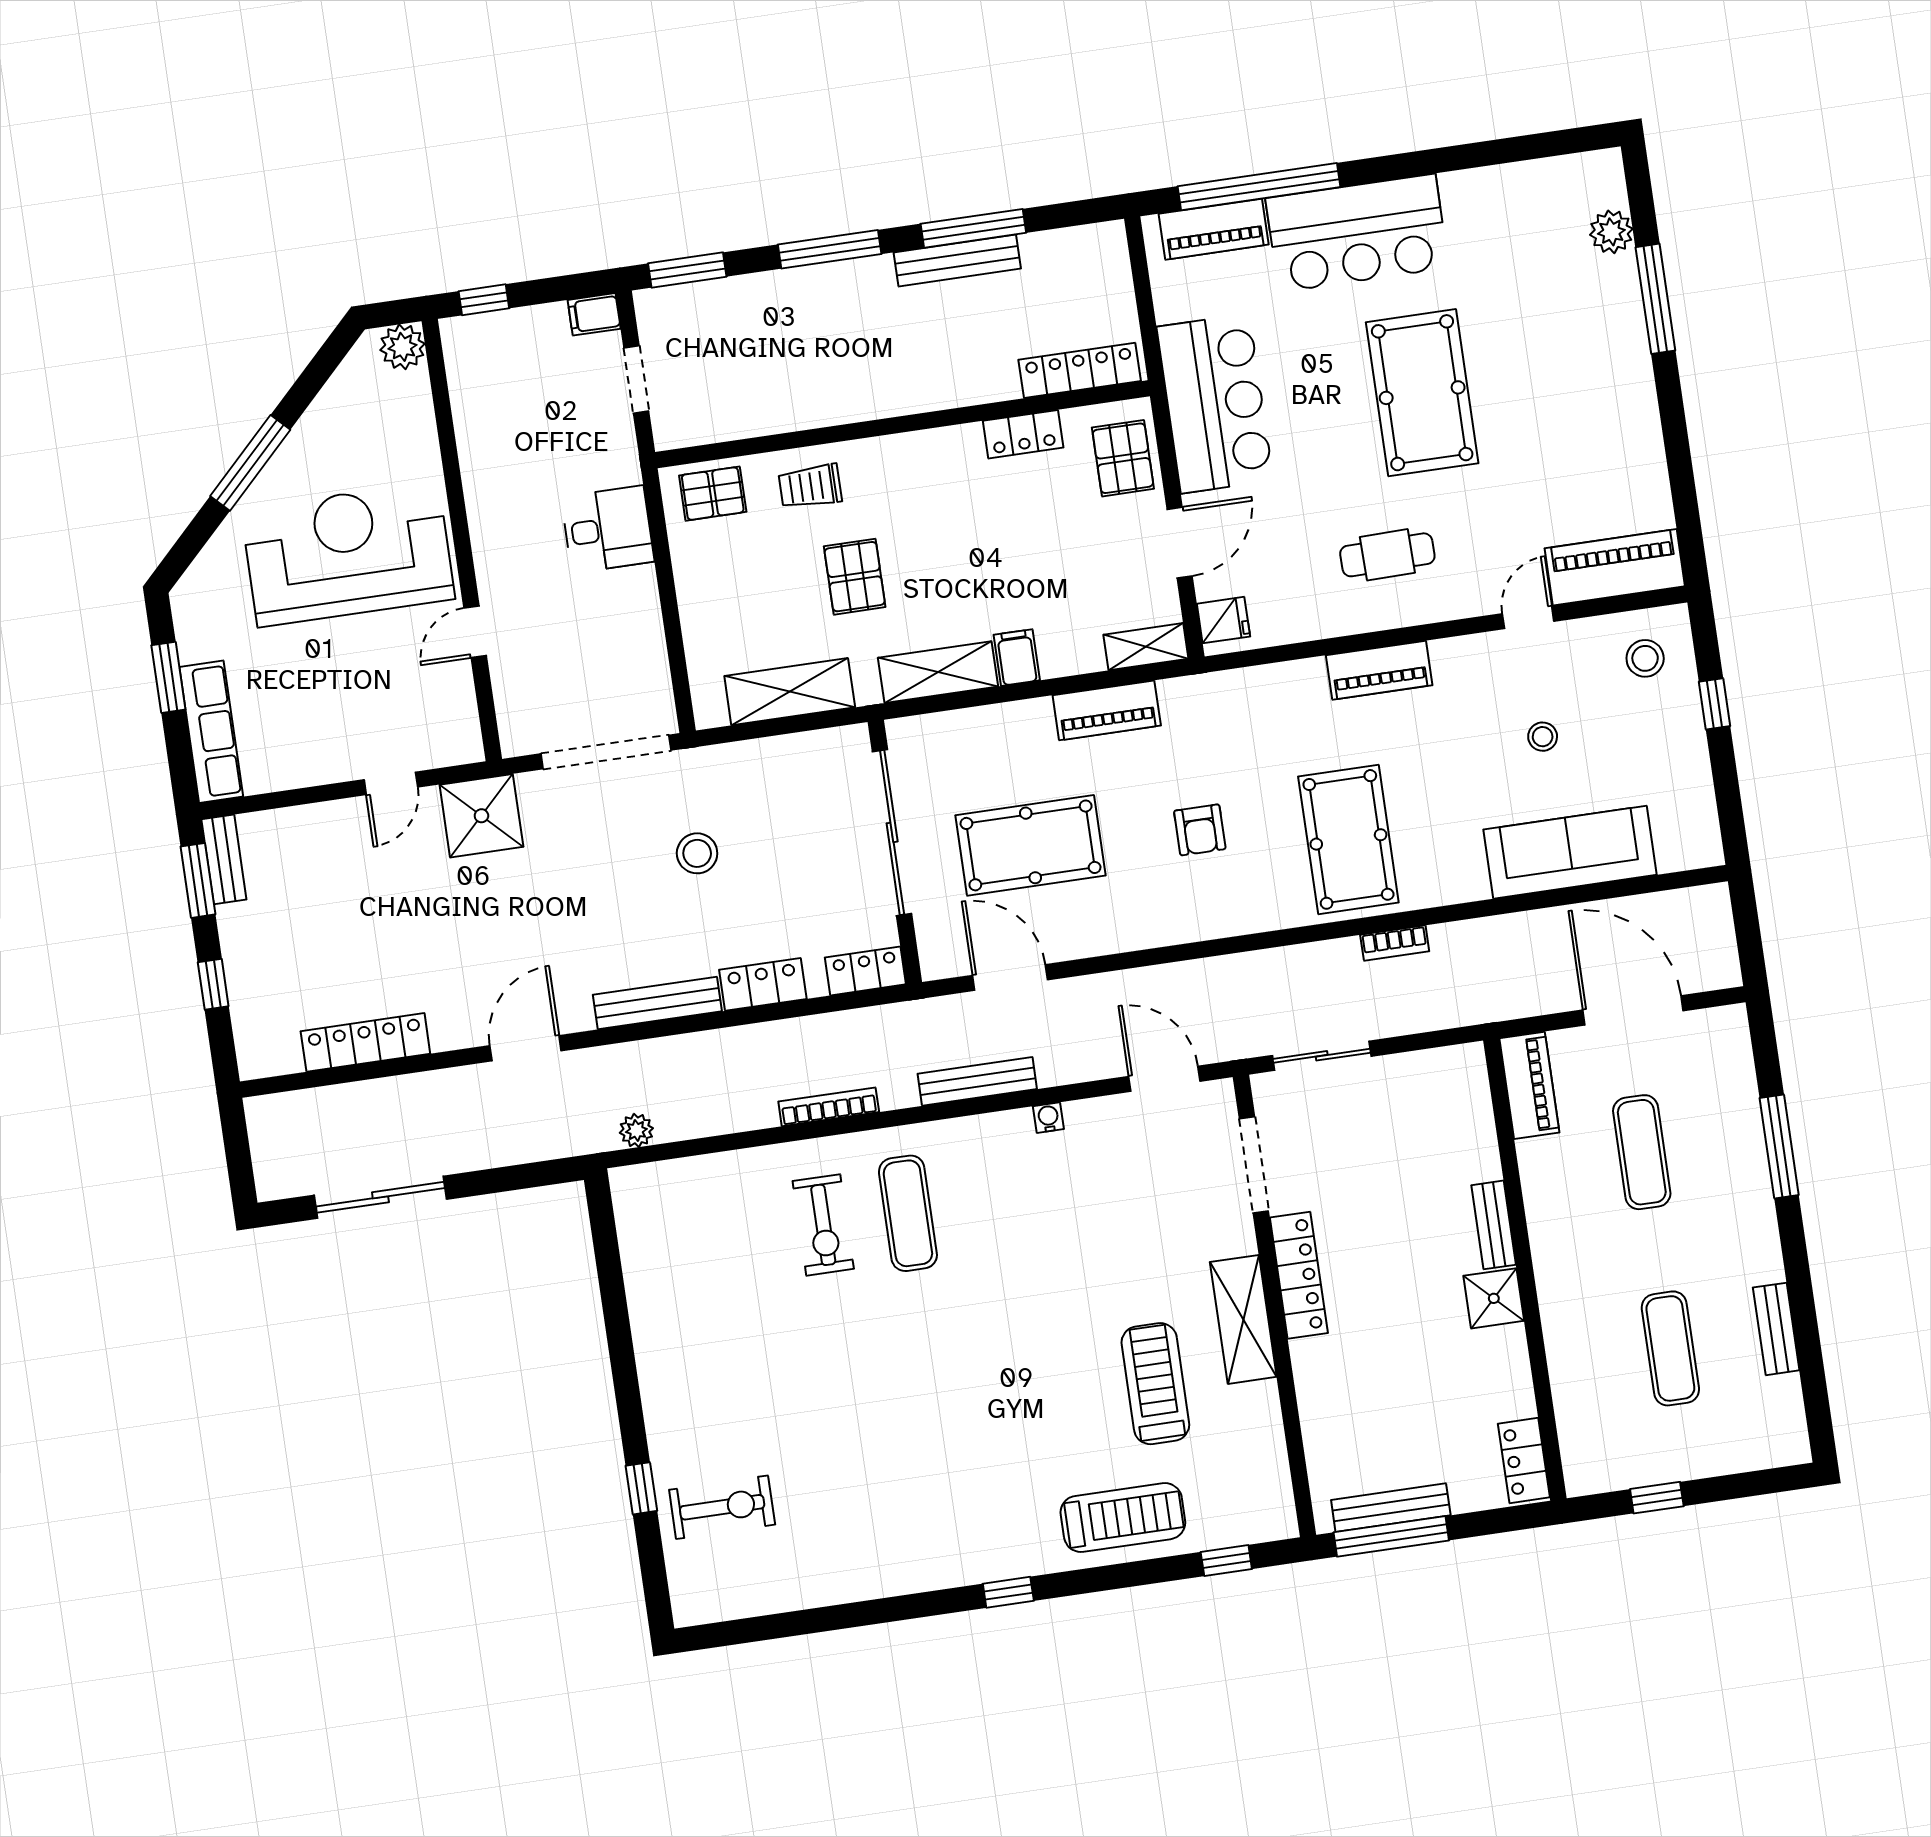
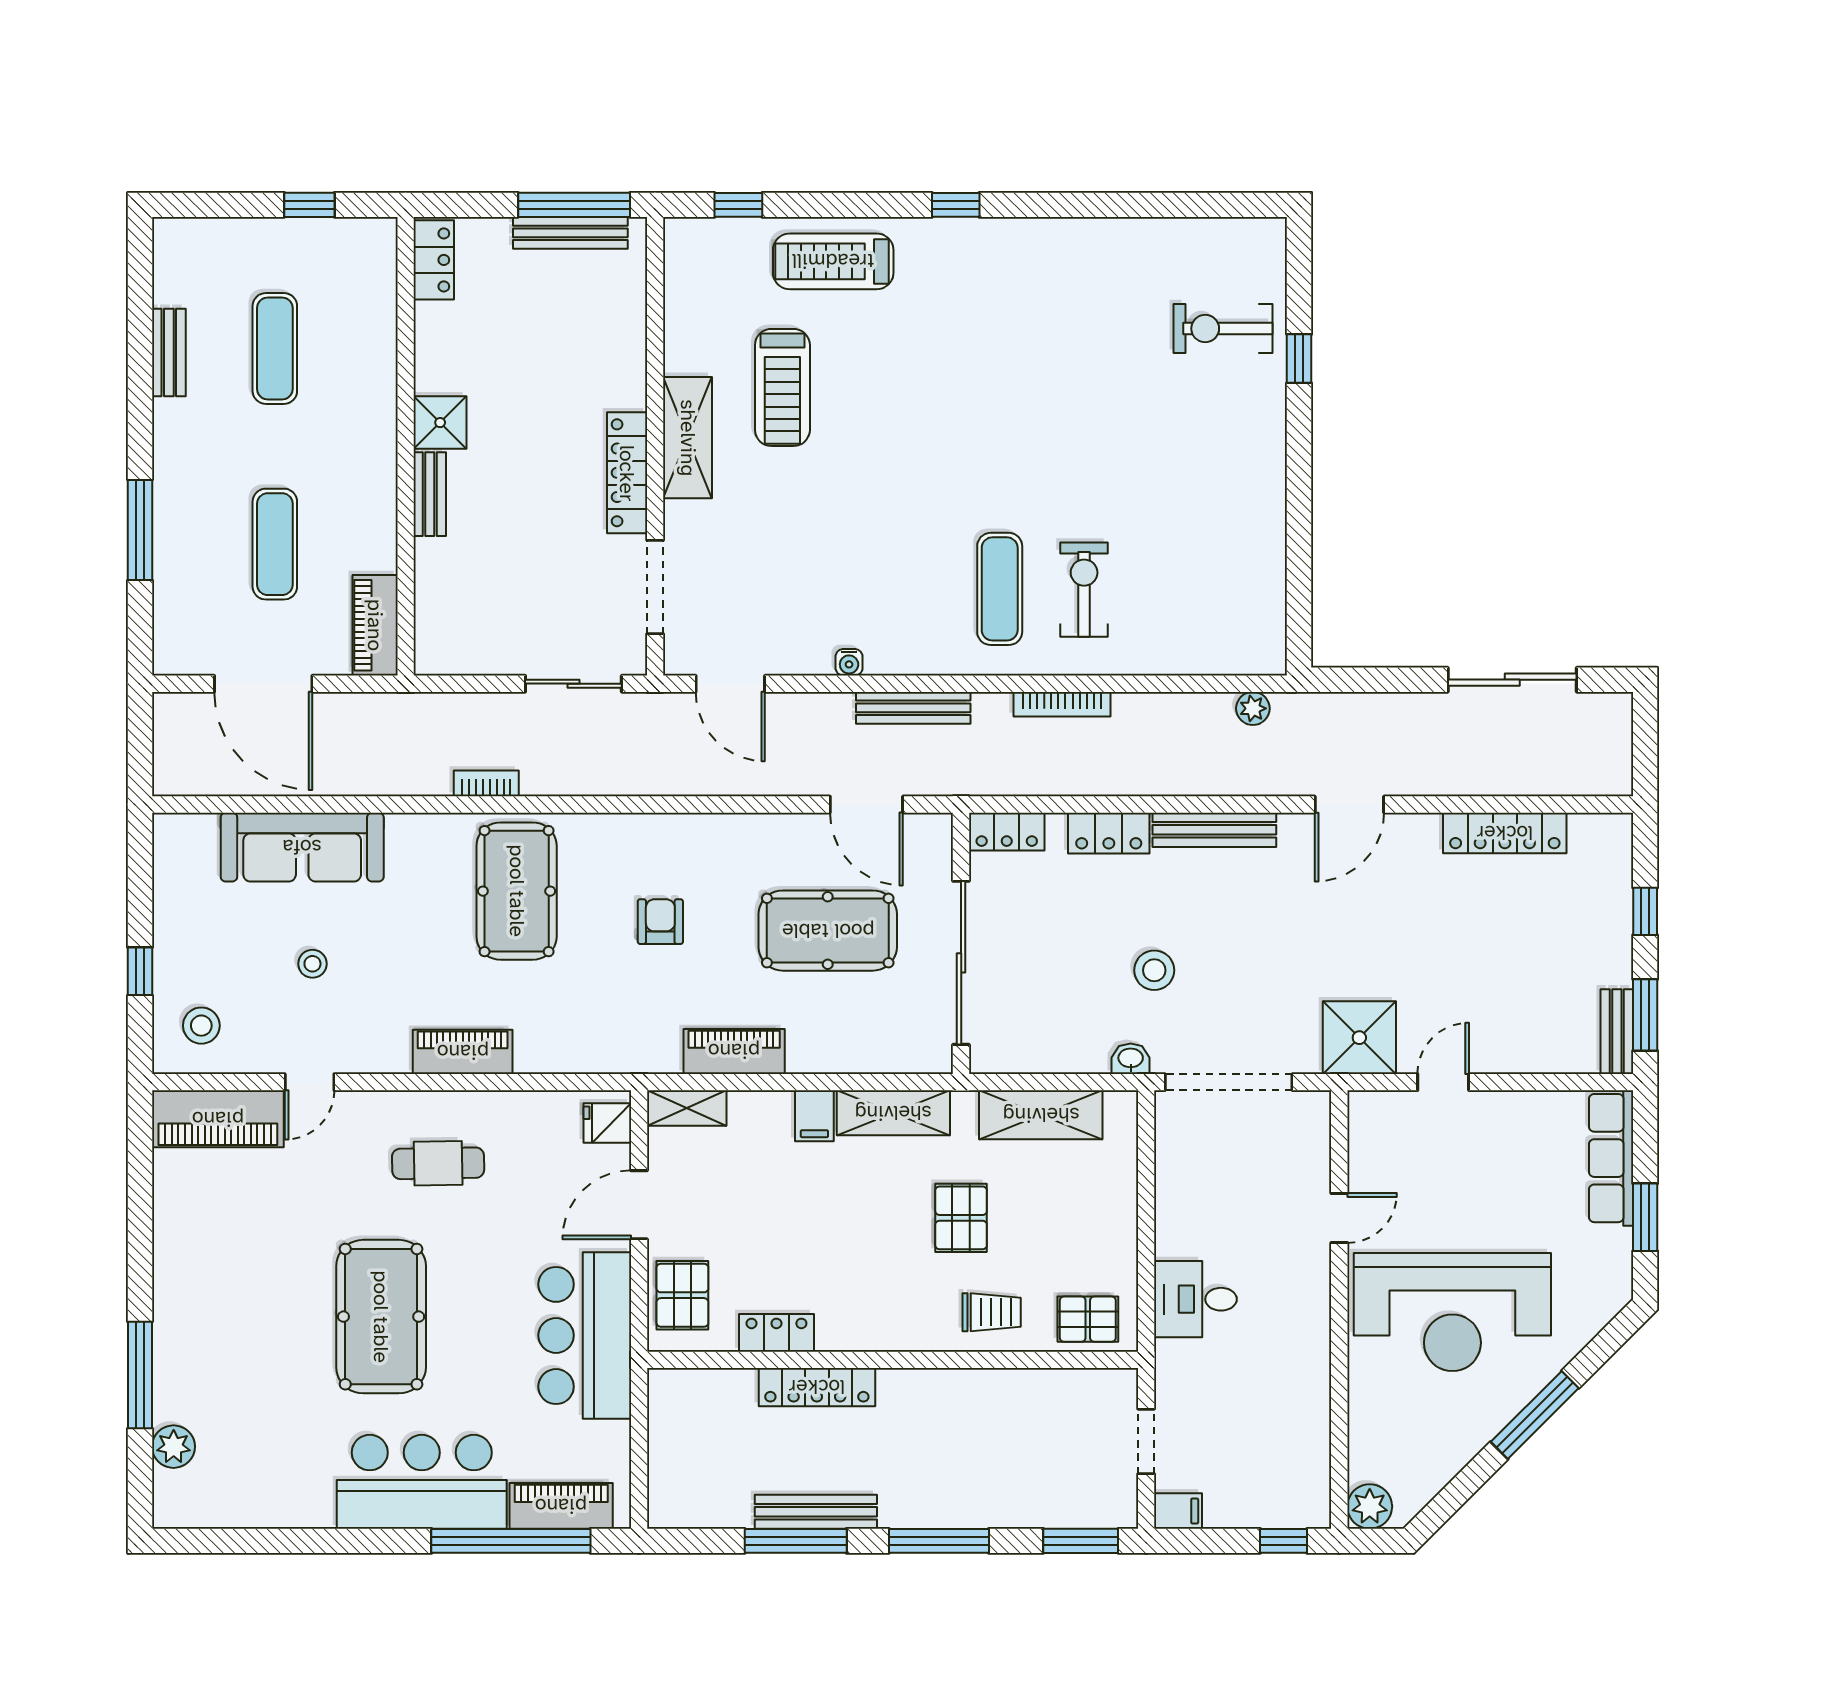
locker: (1080, 370) -> (817, 1387), moved
washbasin: (708, 761) -> (1131, 1059), added

